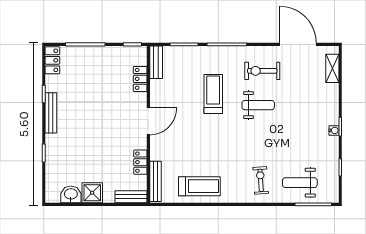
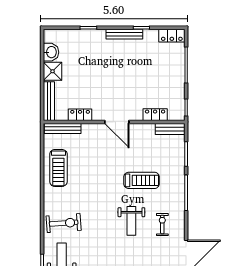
exercise bike: (262, 71) -> (162, 224), width x0.73, depth x0.72
exercise bike: (261, 180) -> (64, 223), width x1.38, depth x1.39
bench: (131, 197) -> (49, 101), width x1.36

